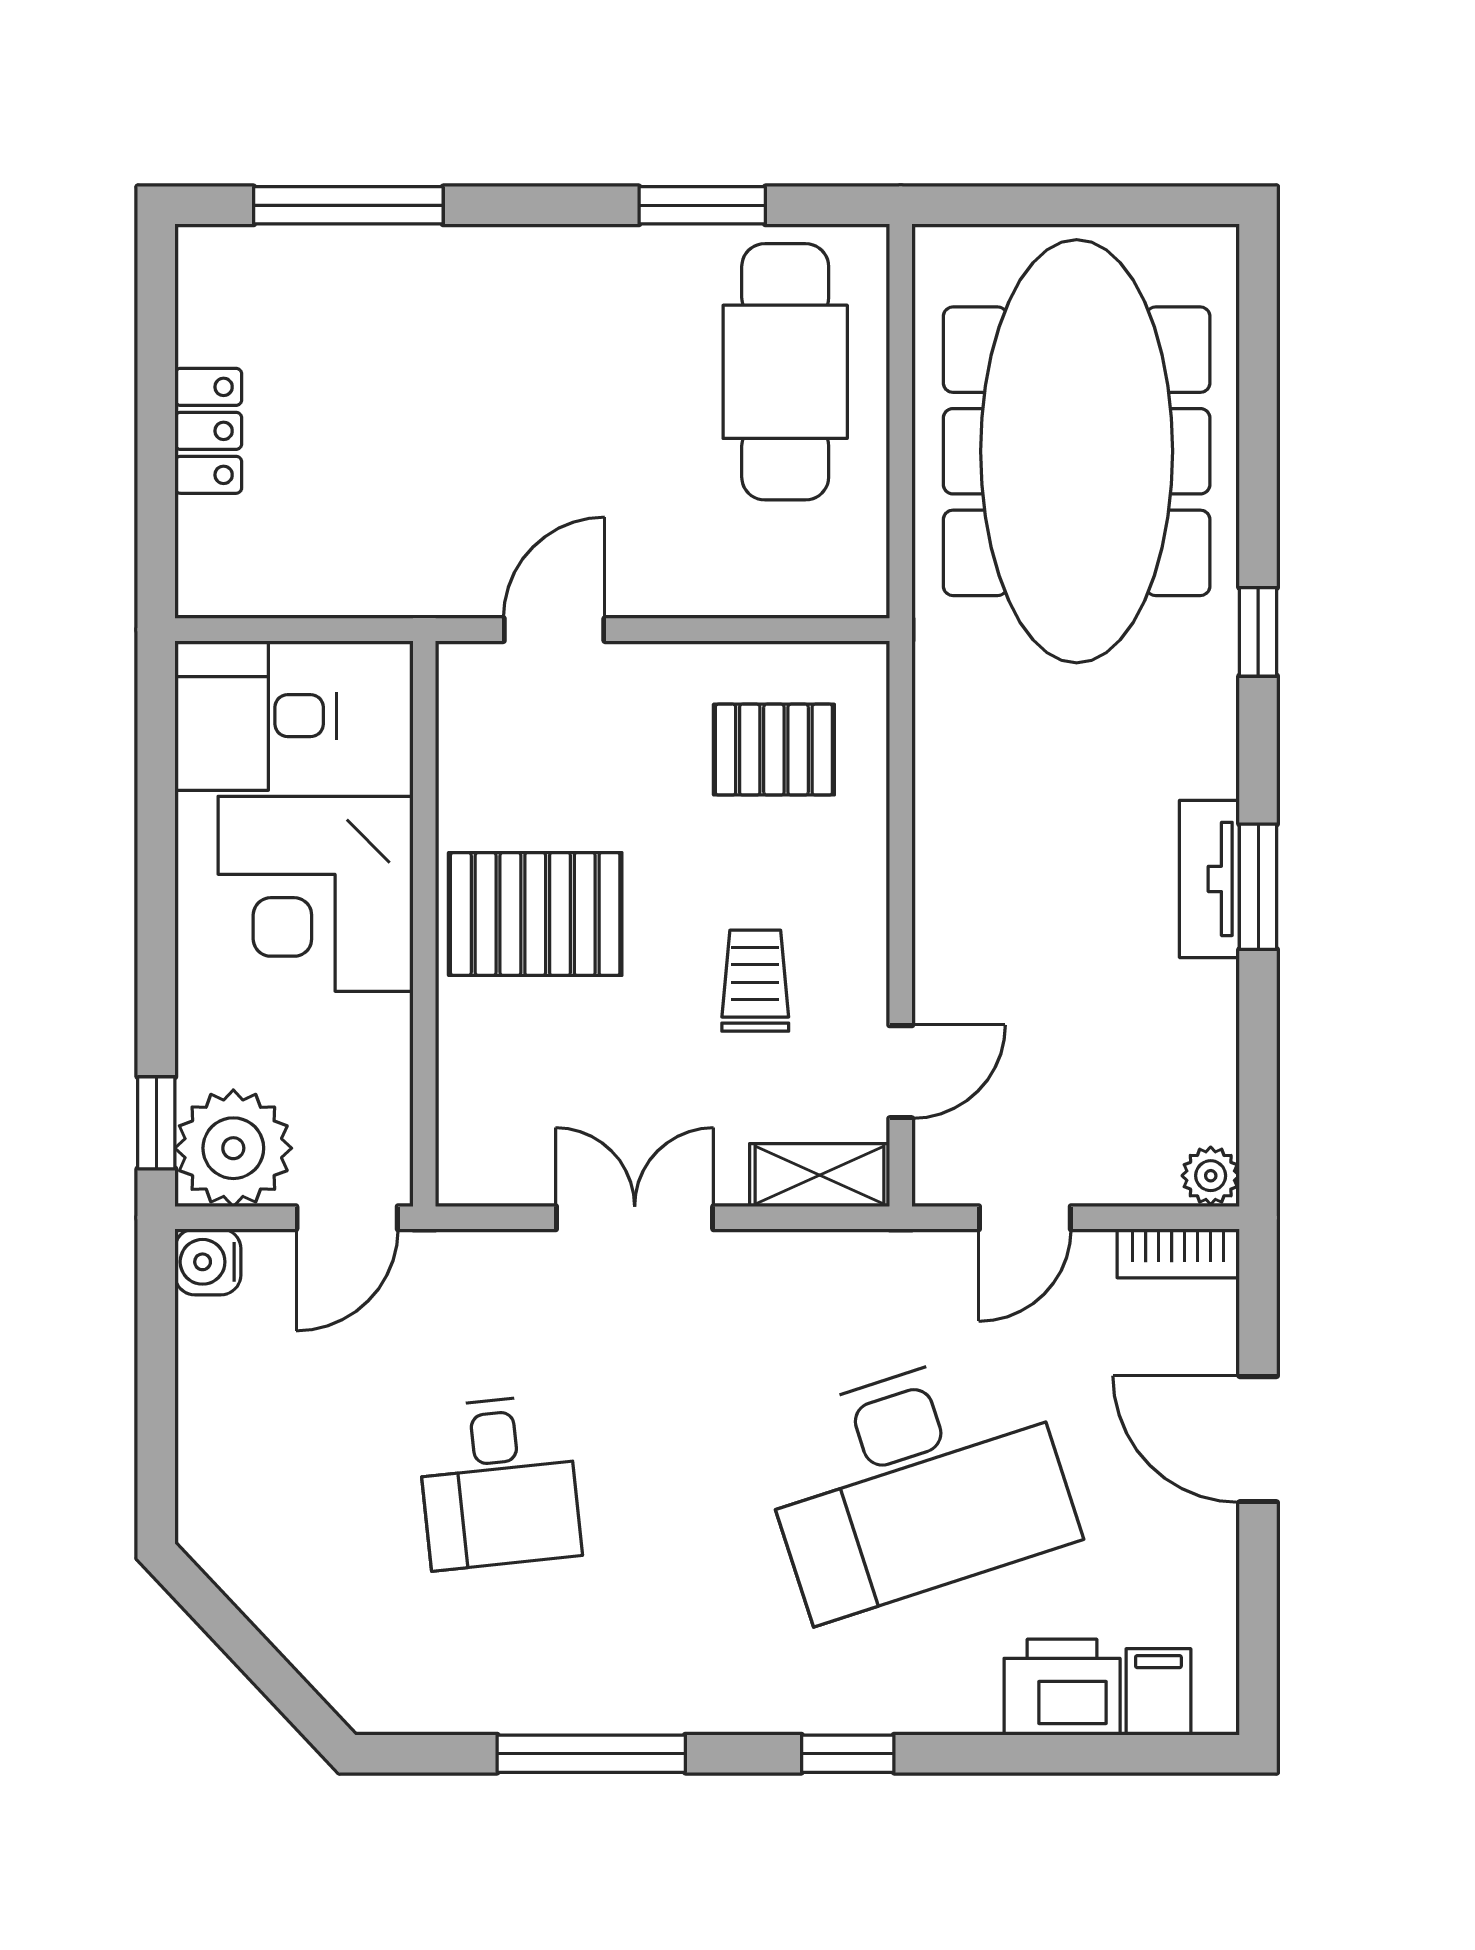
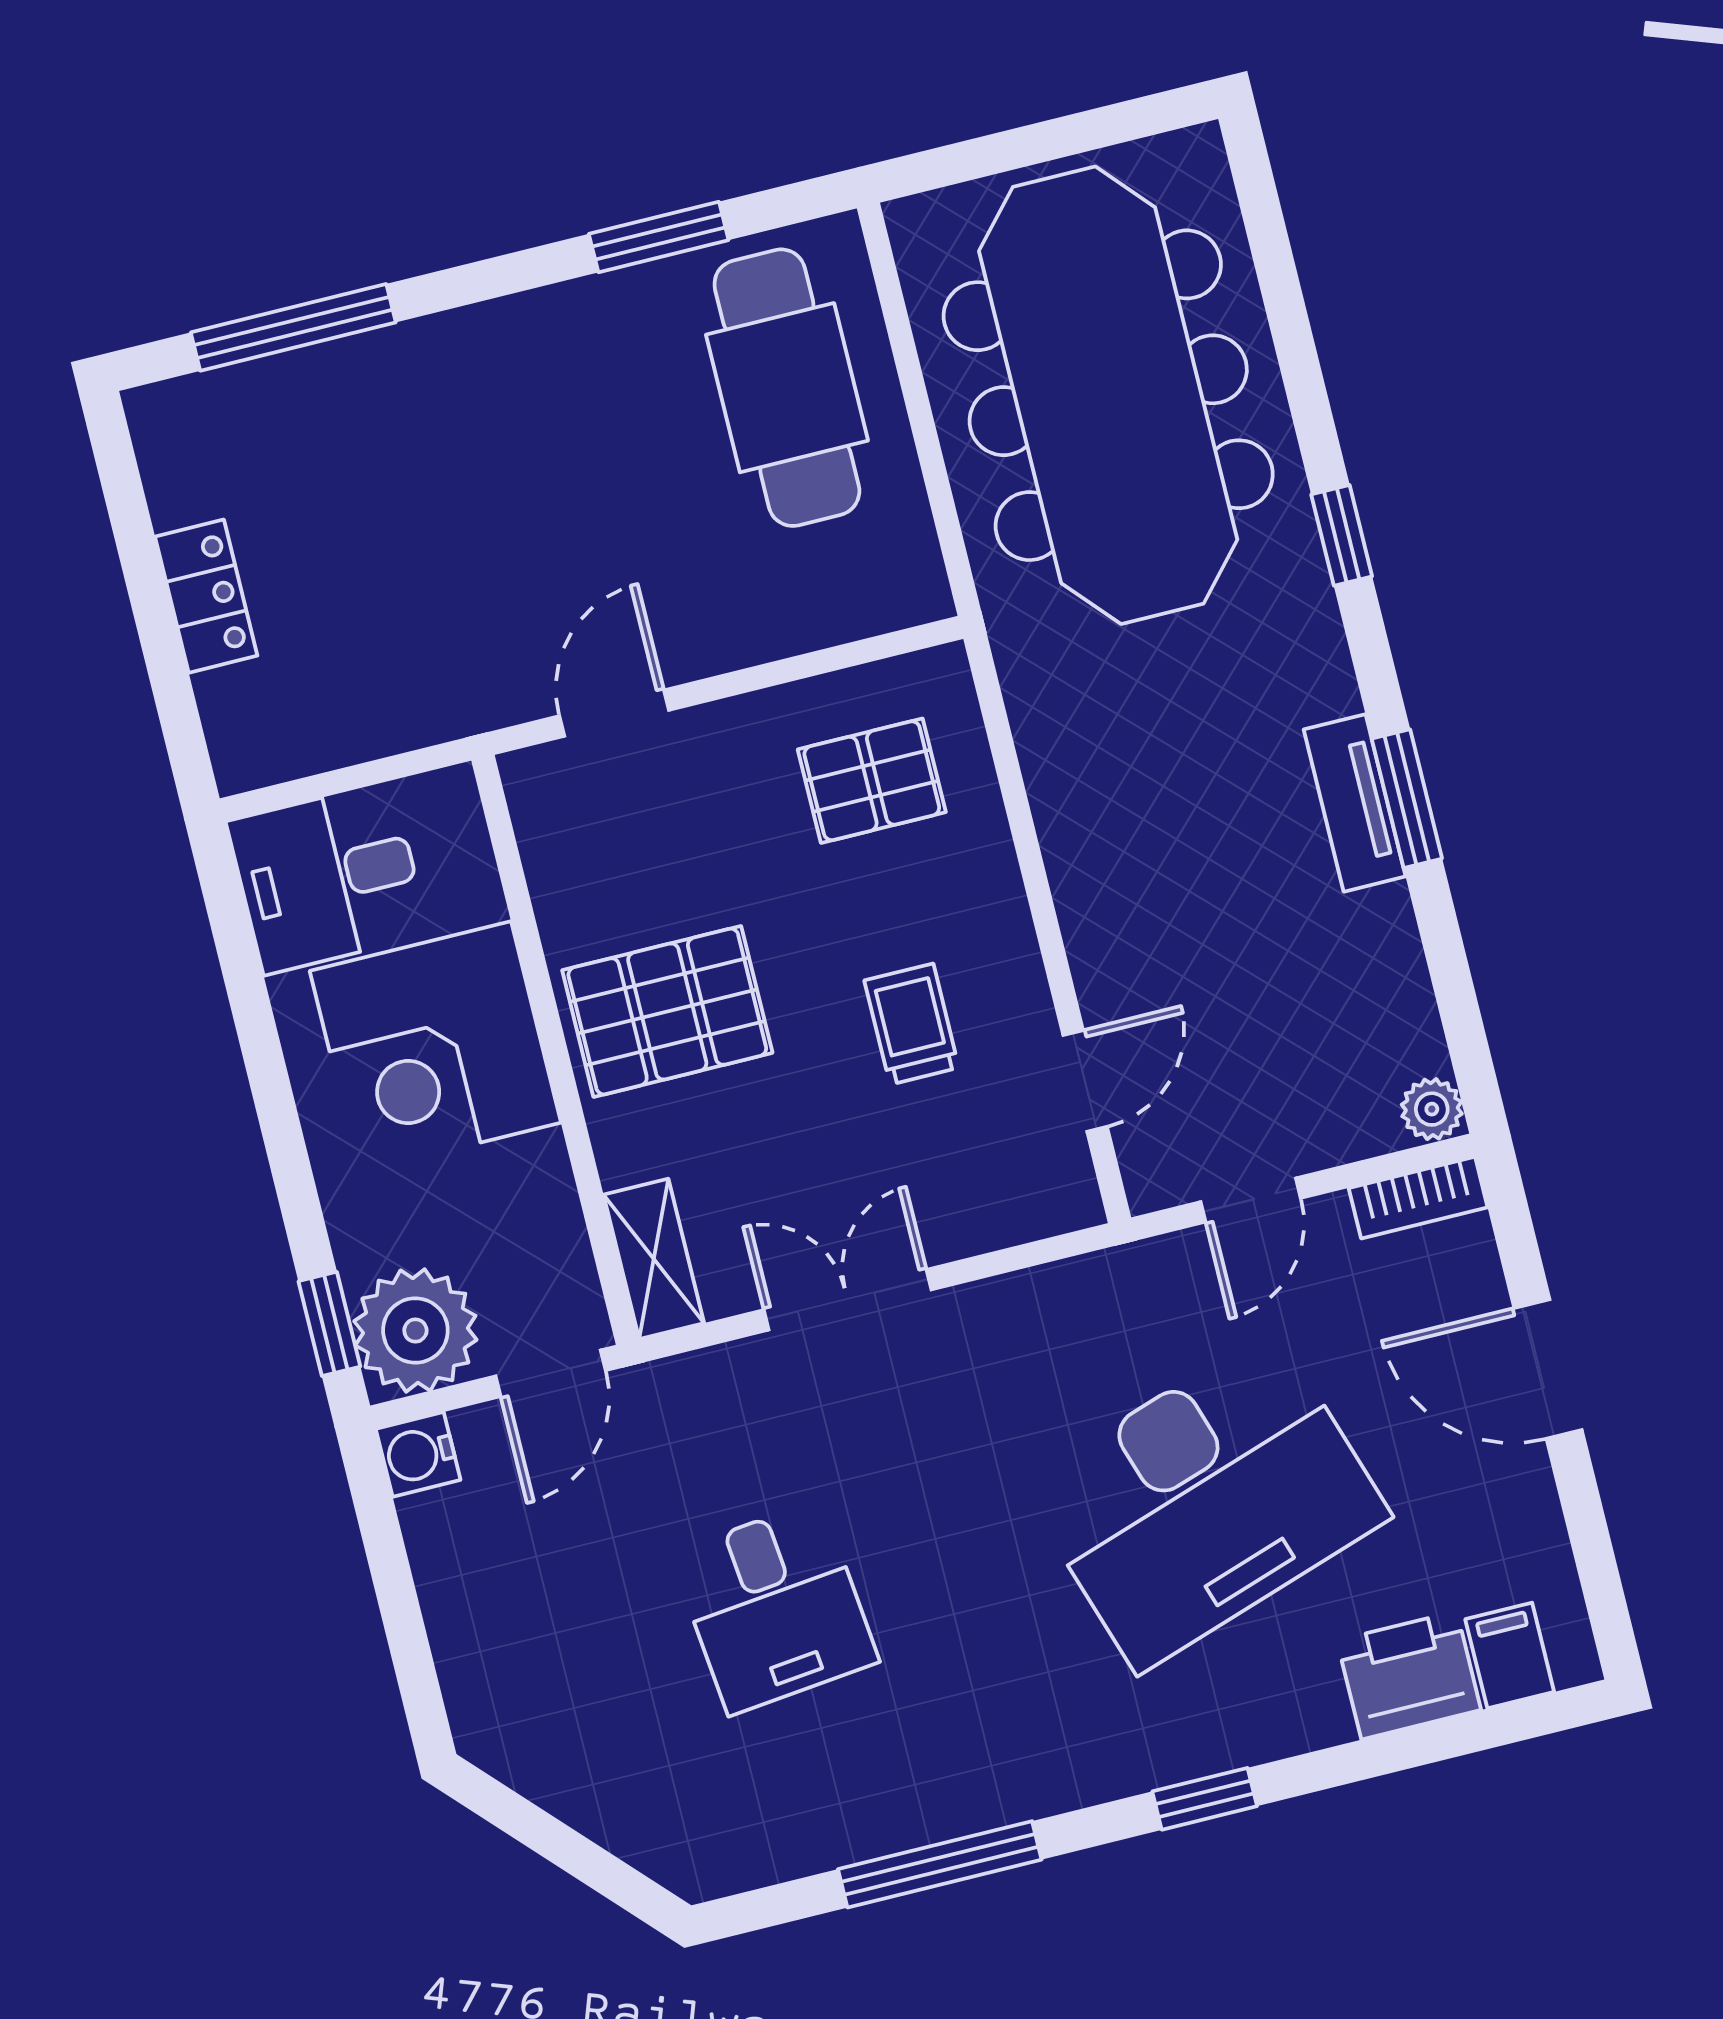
shelving: (820, 1175) -> (654, 1259), moved, turned 90

